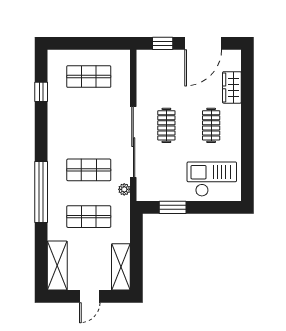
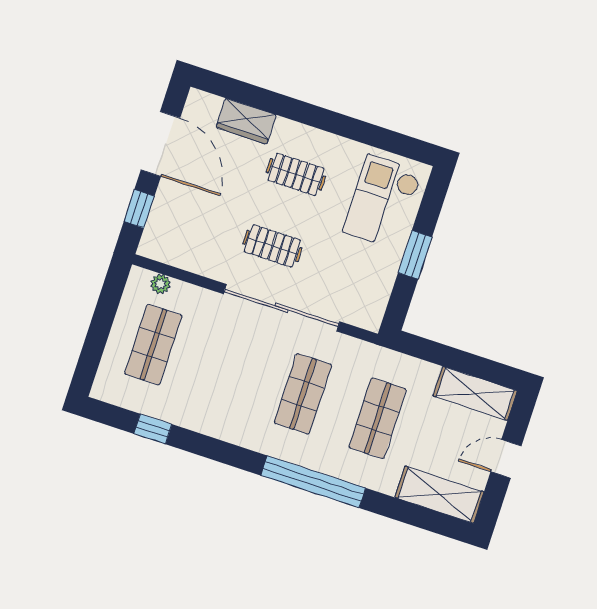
plant: (124, 189) -> (160, 284), moved
window: (173, 207) -> (415, 255), moved
door: (90, 296) -> (506, 459), swing flipped

